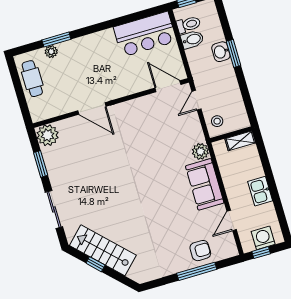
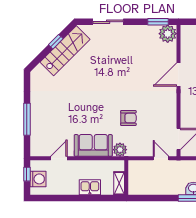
stool: (217, 121) -> (140, 170), removed
window: (41, 164) -> (158, 22), moved
kitchen sink: (260, 191) -> (90, 187), moved
door: (232, 220) -> (59, 158), hinge flipped
armchair: (200, 251) -> (128, 118), moved, turned -90

